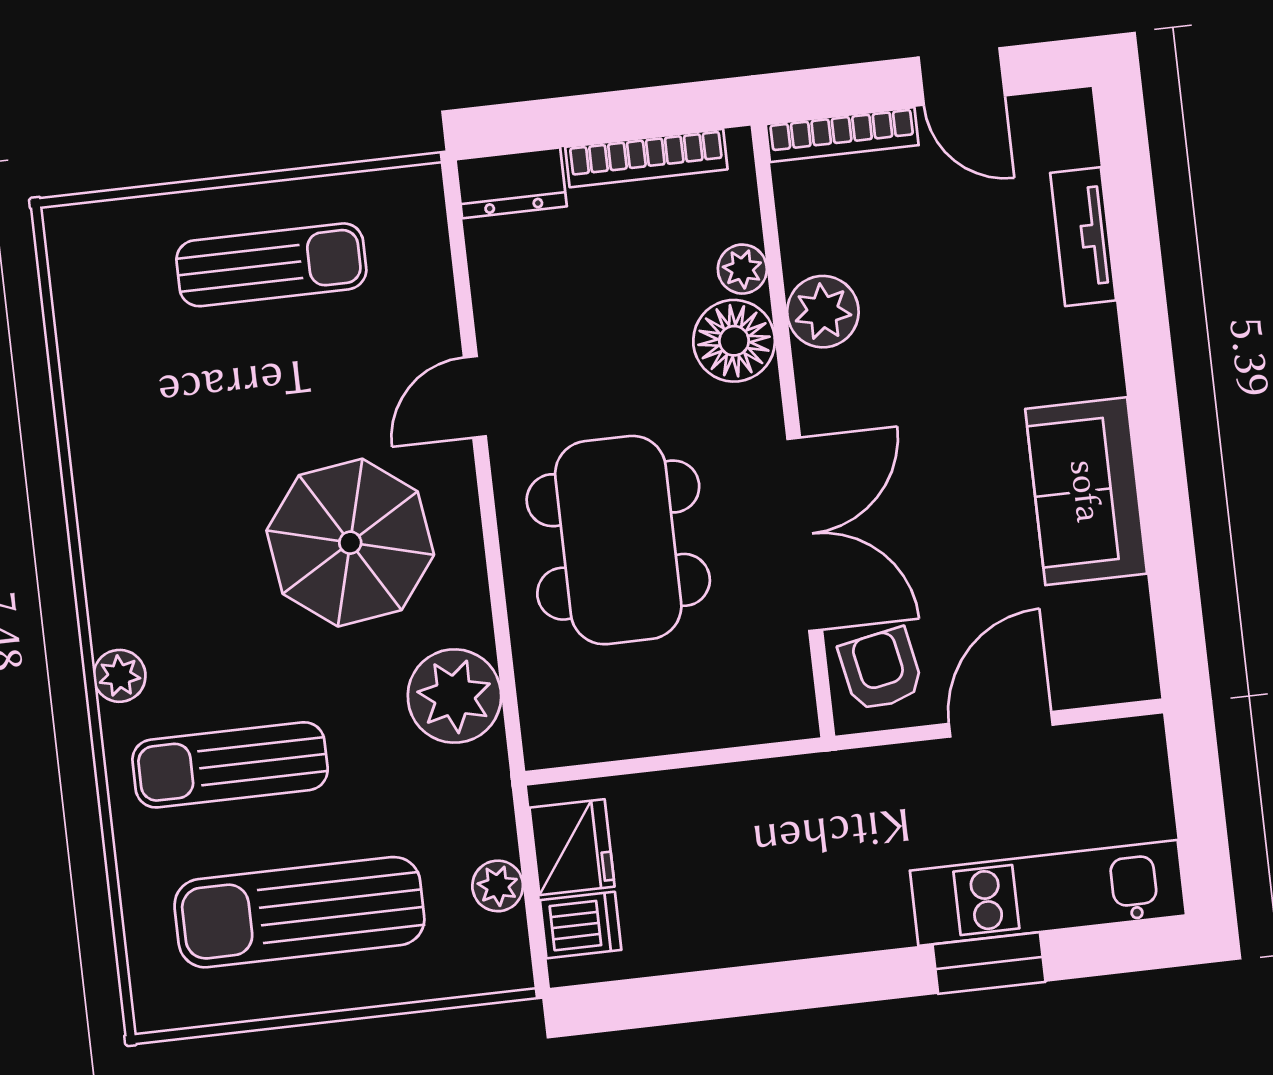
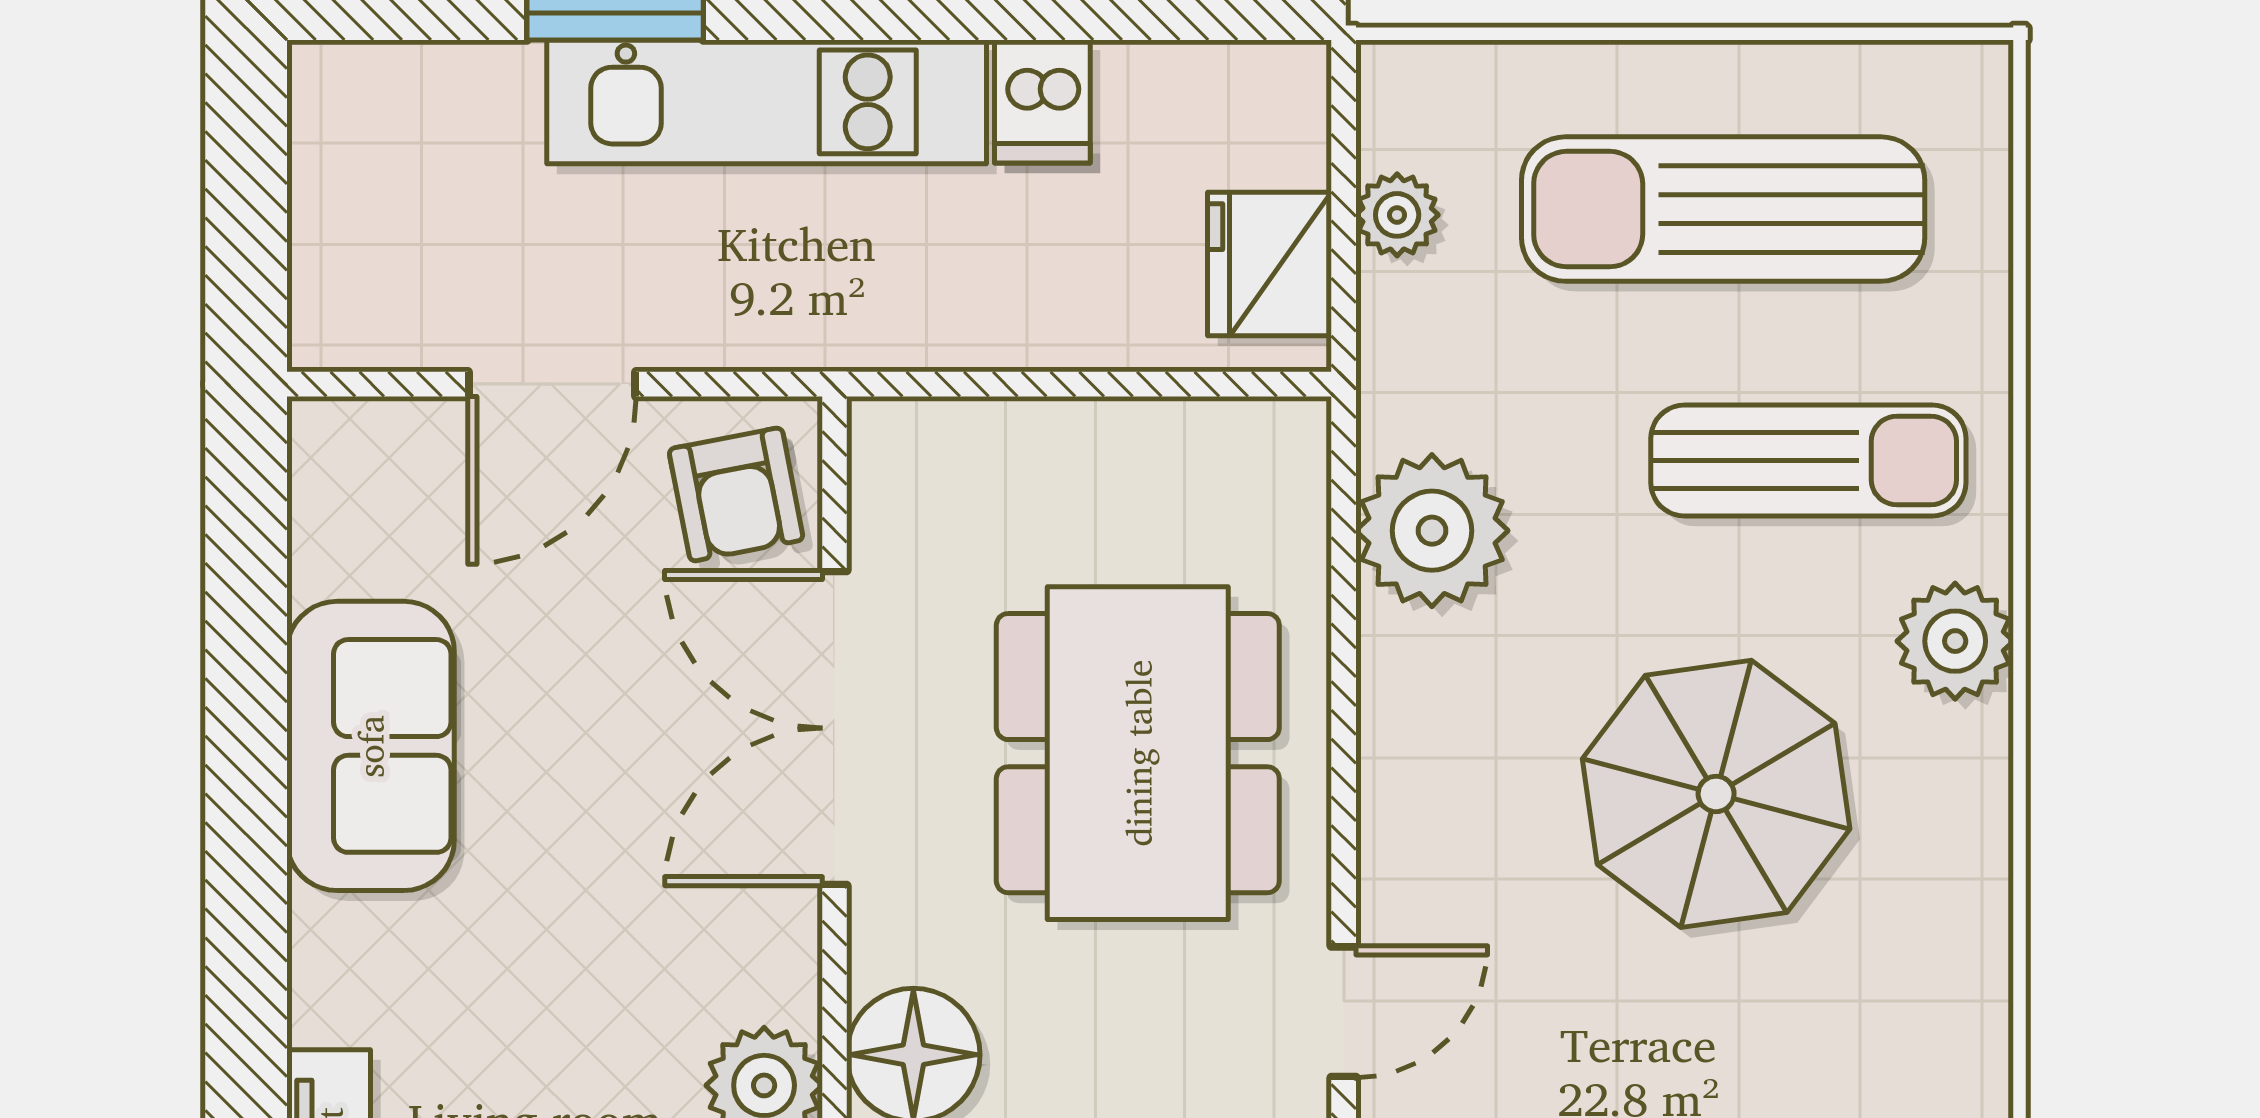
parasol: (350, 543) -> (1716, 794), moved
plant: (119, 676) -> (1955, 641), width x1.38, depth x1.38
kitchen unit: (1048, 893) -> (767, 102), moved
sun lounger: (299, 912) -> (1723, 209), turned 180
dishwasher: (581, 925) -> (1042, 101), moved, turned -90

